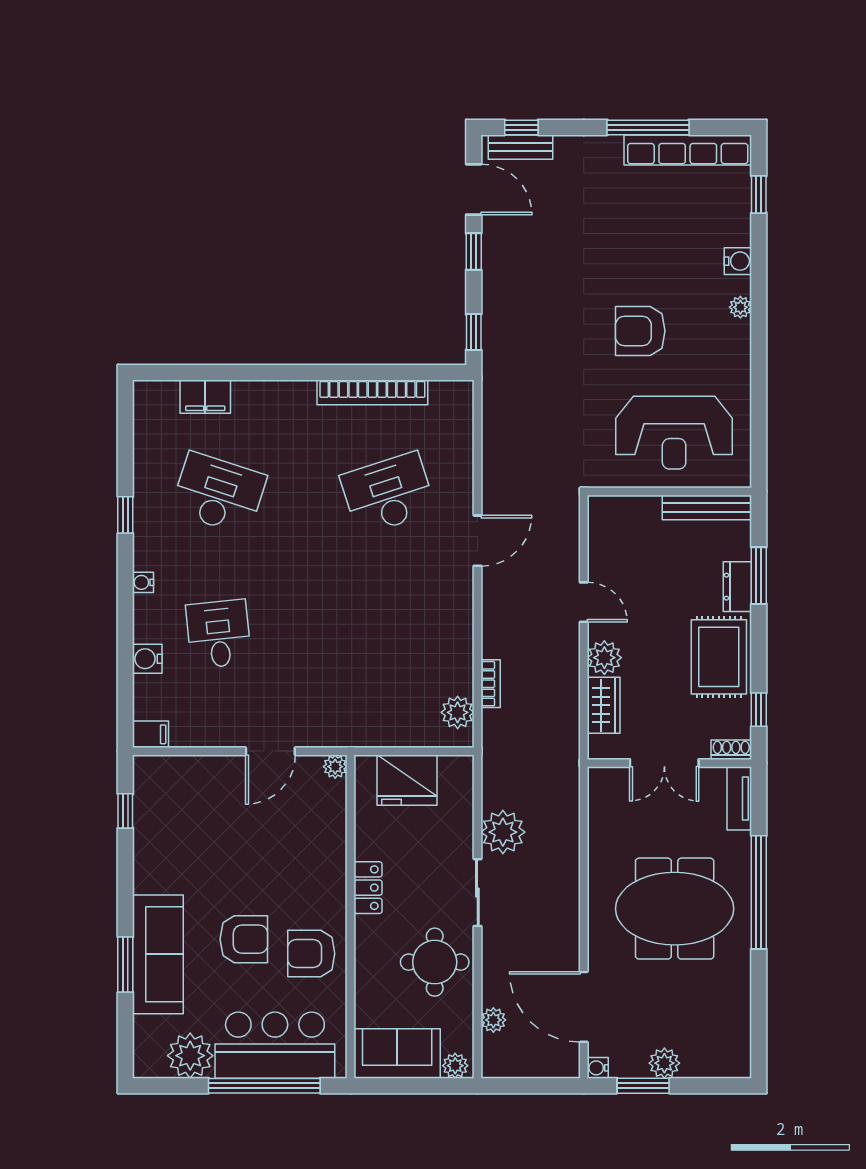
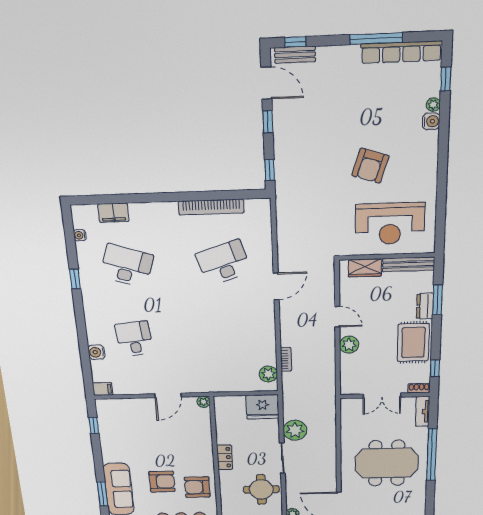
plant: (740, 307) -> (433, 105), moved
armchair: (640, 331) -> (370, 166), turned -72
water cooler: (143, 582) -> (80, 235), moved
wardrobe: (604, 705) -> (365, 268), moved, turned 90
fridge: (407, 780) -> (262, 407), moved

